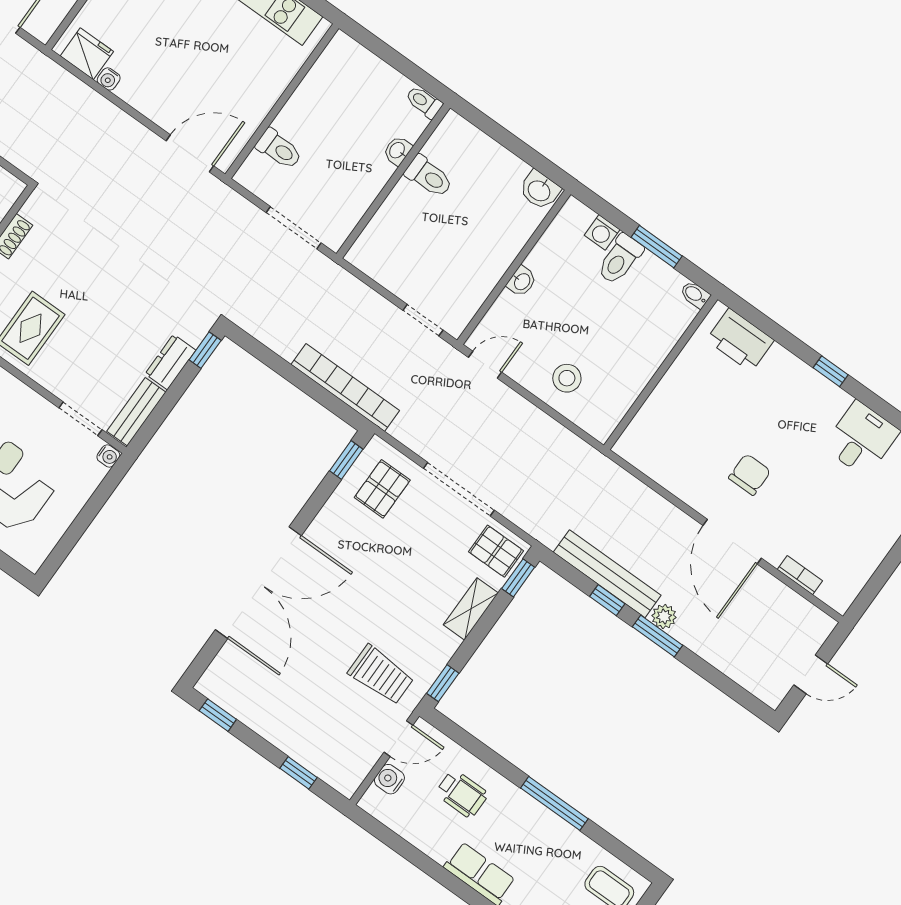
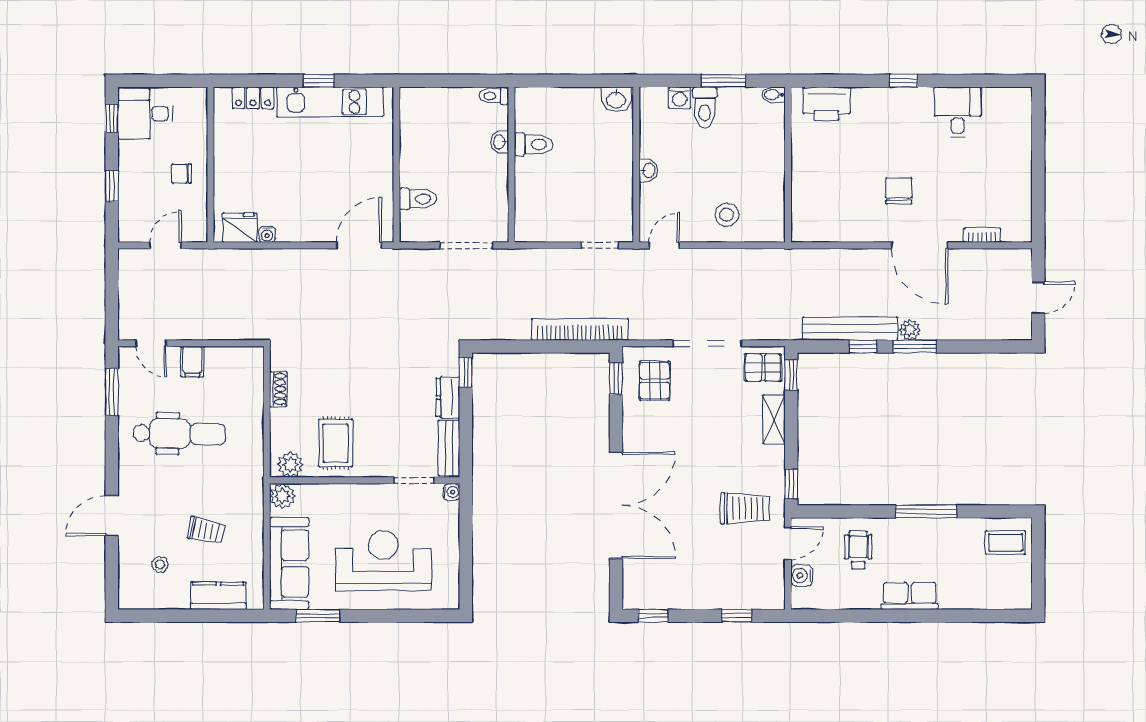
wheelchair: (462, 794) -> (858, 550), turned -90

